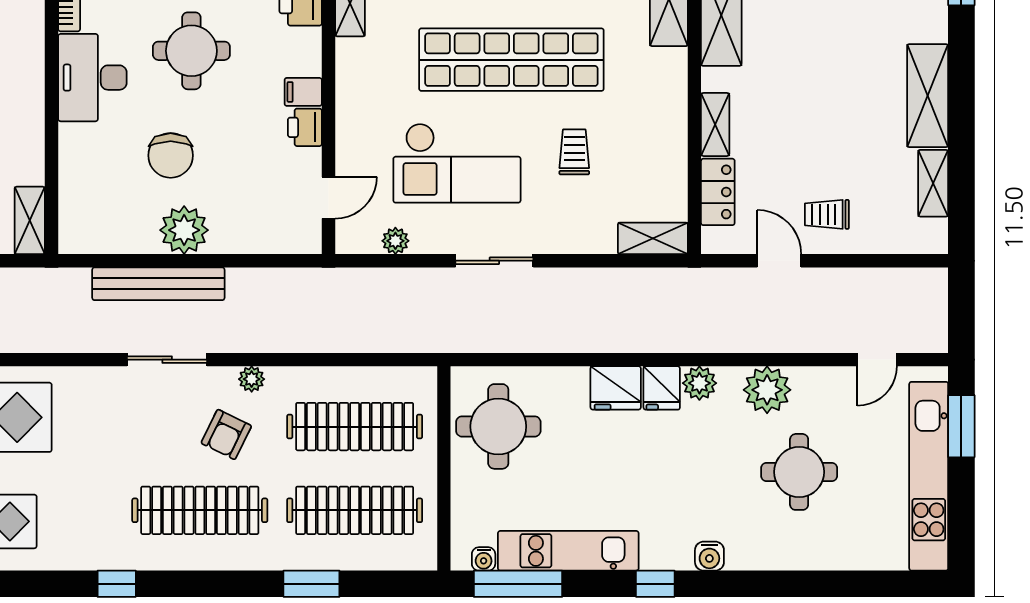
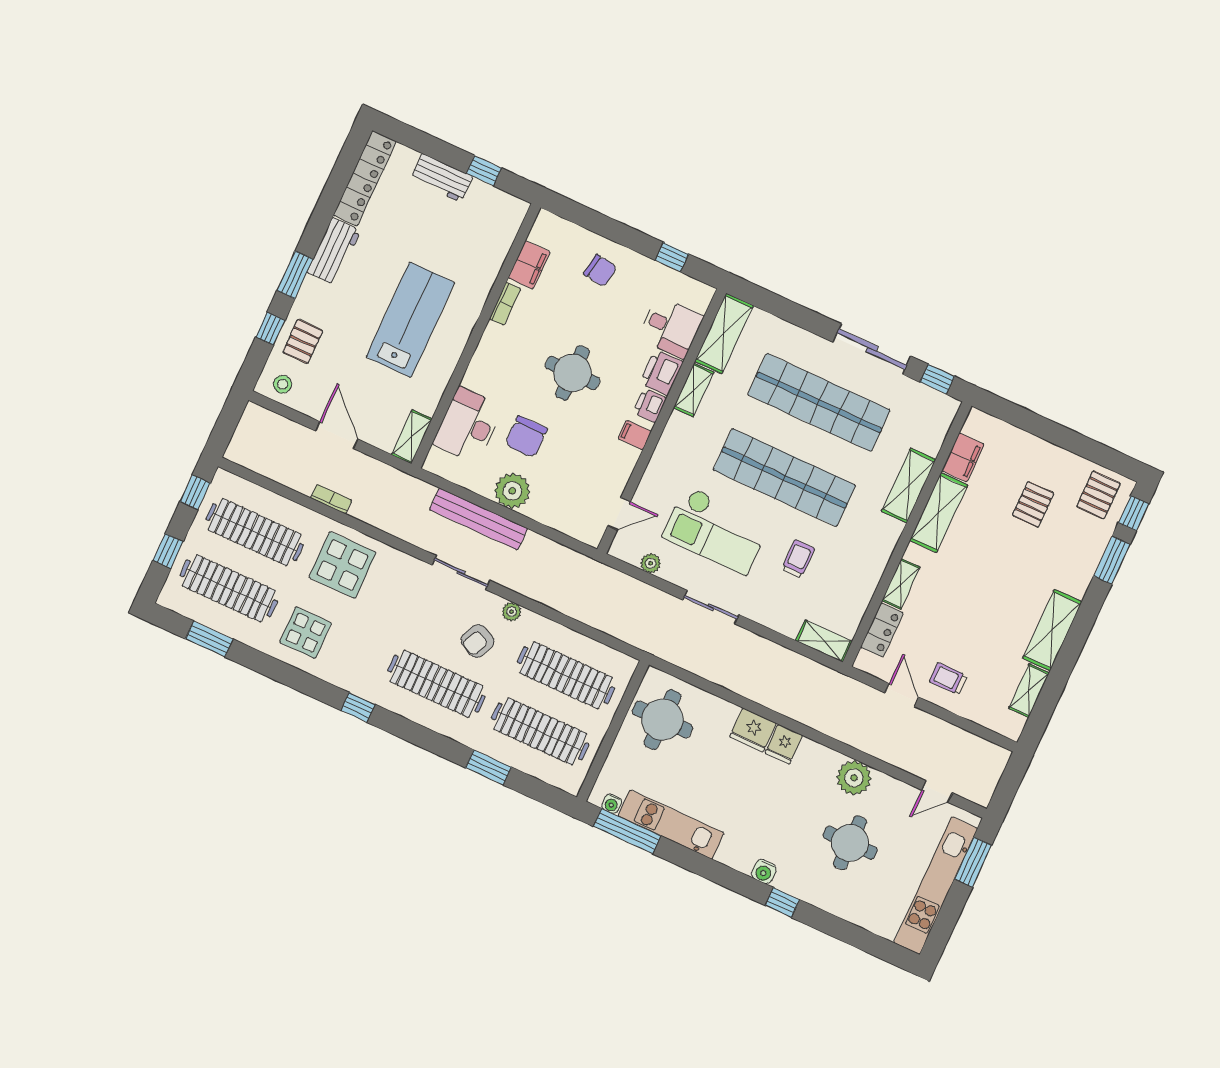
desk: (92, 78) -> (468, 425), moved
printer: (305, 127) -> (650, 405), moved
plant: (699, 383) -> (811, 753), removed
window: (655, 584) -> (782, 903), moved

